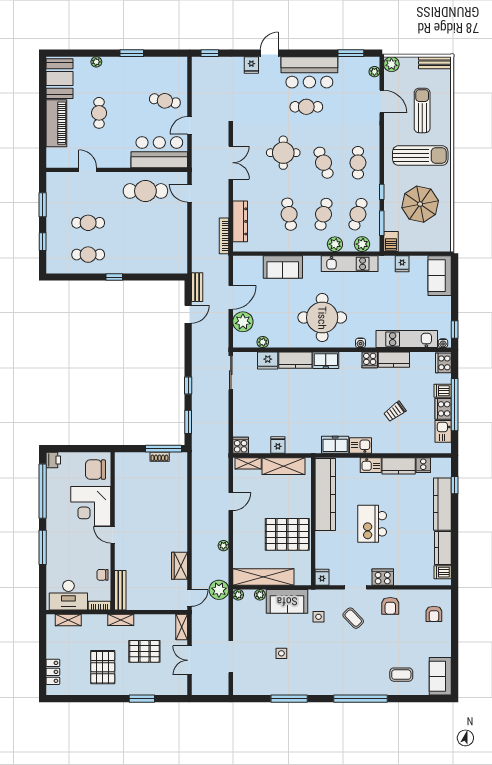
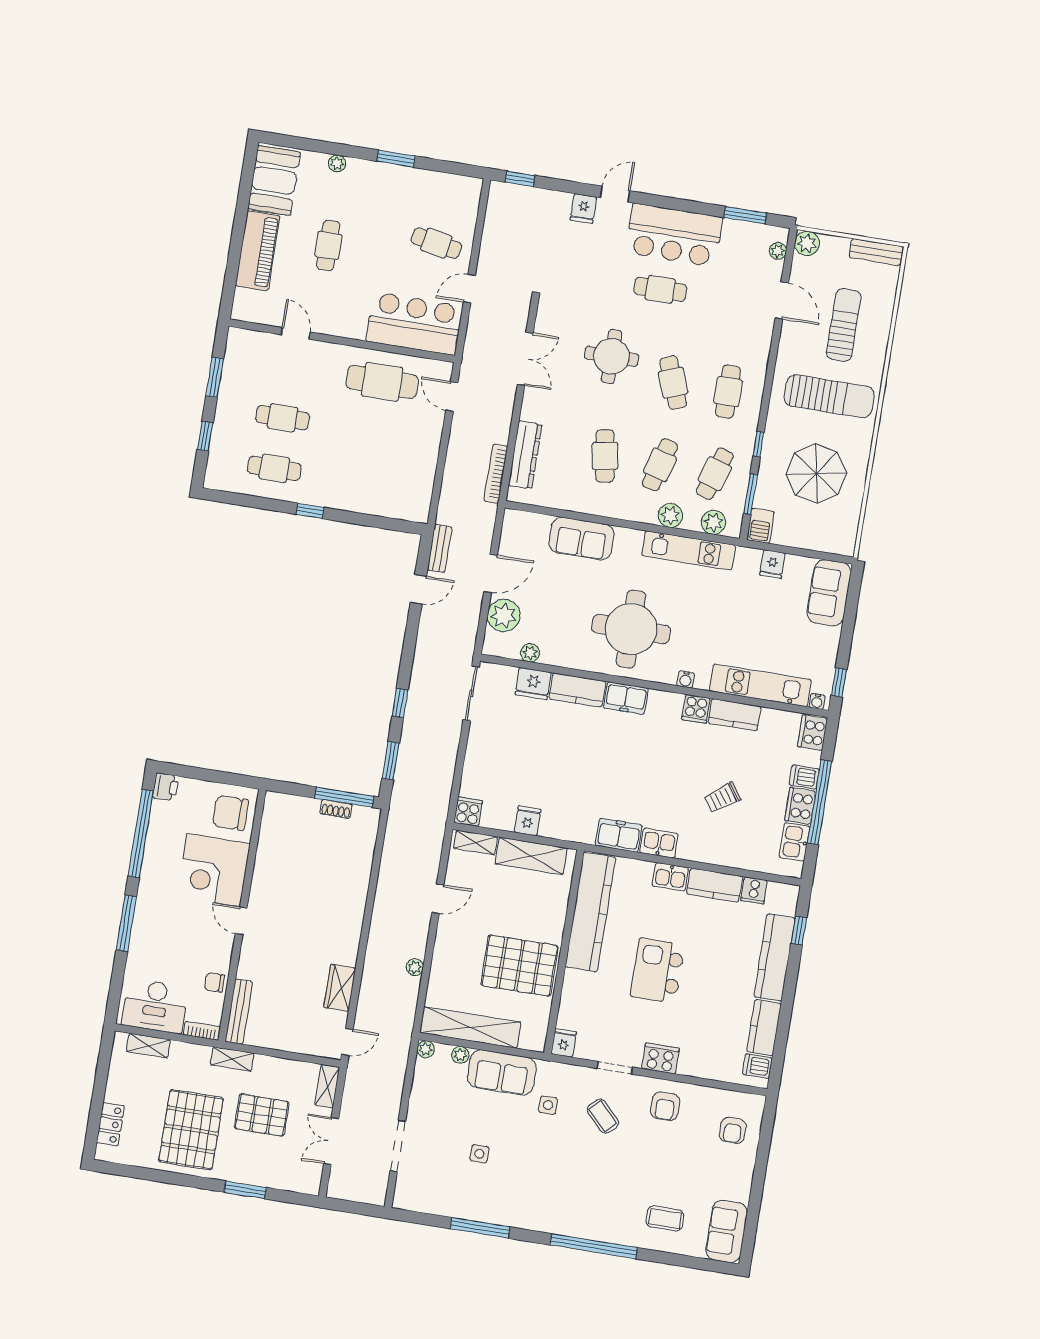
plant: (219, 590) -> (396, 1036), removed
pallet: (103, 667) -> (191, 1130), width x1.37, depth x1.41

